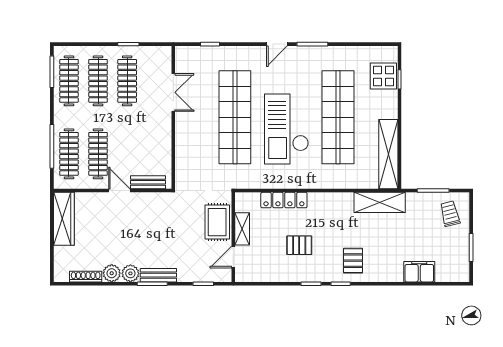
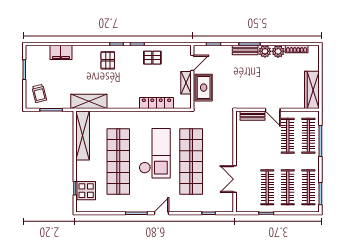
pallet: (299, 245) -> (152, 58), moved

